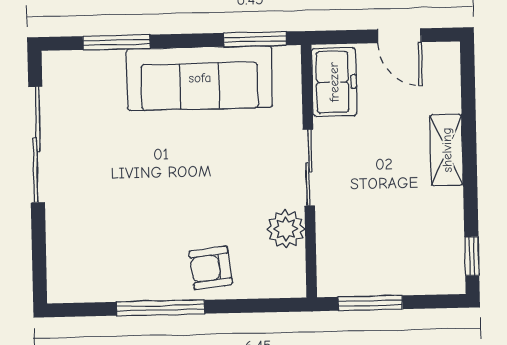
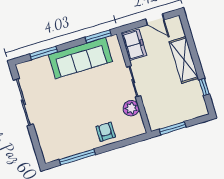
shelving: (447, 150) -> (184, 60), width x1.50, depth x1.33
window: (472, 256) -> (204, 87), moved
armchair: (211, 268) -> (106, 132), turned 97
window: (160, 308) -> (77, 157), moved

